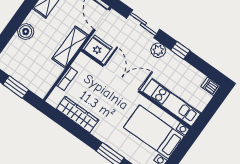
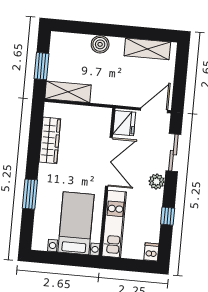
shelving: (70, 47) -> (68, 92), moved
window: (180, 50) -> (168, 216), moved
bookcase: (67, 78) -> (79, 110), removed

